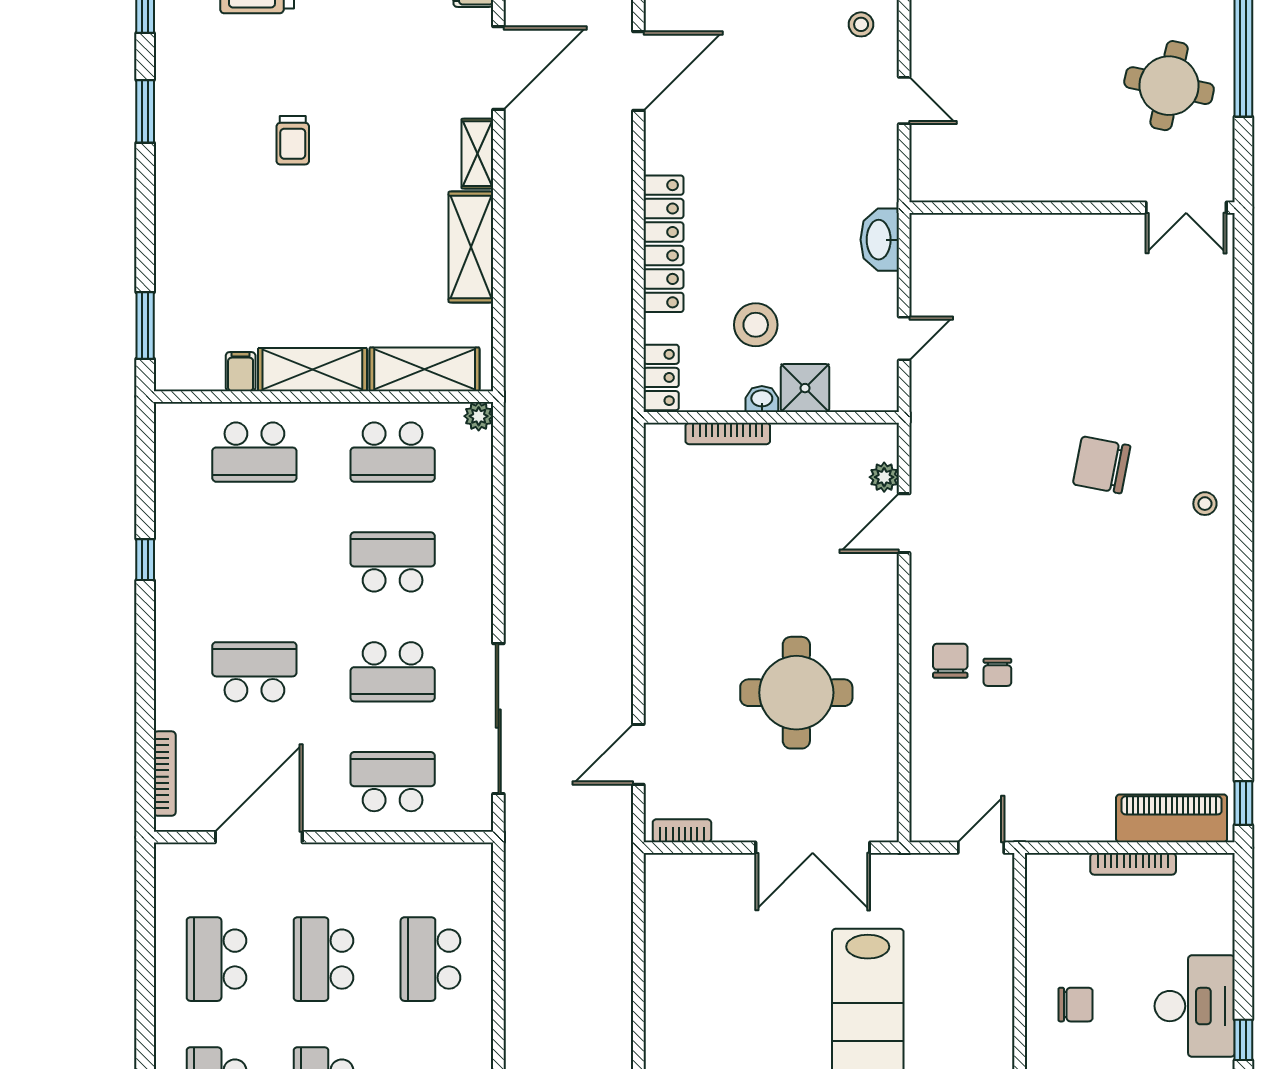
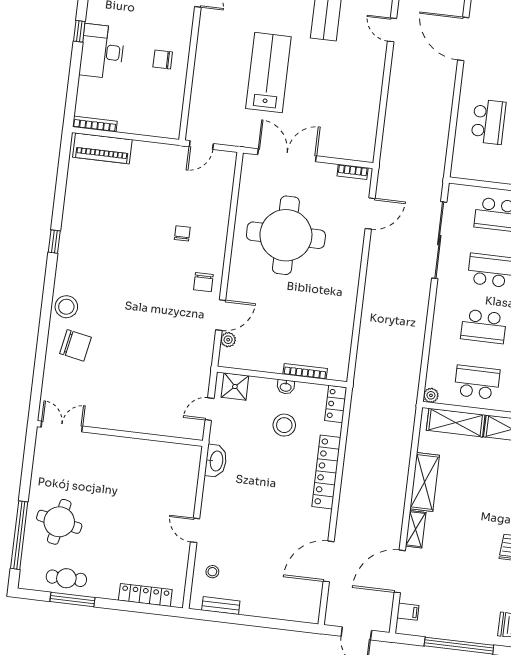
wall: (1072, 208) -> (120, 433), moved
double door: (1186, 208) -> (62, 427), moved
shower: (805, 388) -> (235, 386), moved
chair: (1102, 465) -> (76, 345), moved
stool: (1205, 504) -> (66, 307), width x1.89, depth x1.89
chair: (950, 661) -> (203, 282), moved
round table: (796, 693) -> (286, 235), width x1.36, depth x1.36
window: (1243, 803) -> (54, 242), moved
bookcase: (1133, 864) -> (95, 124), moved

